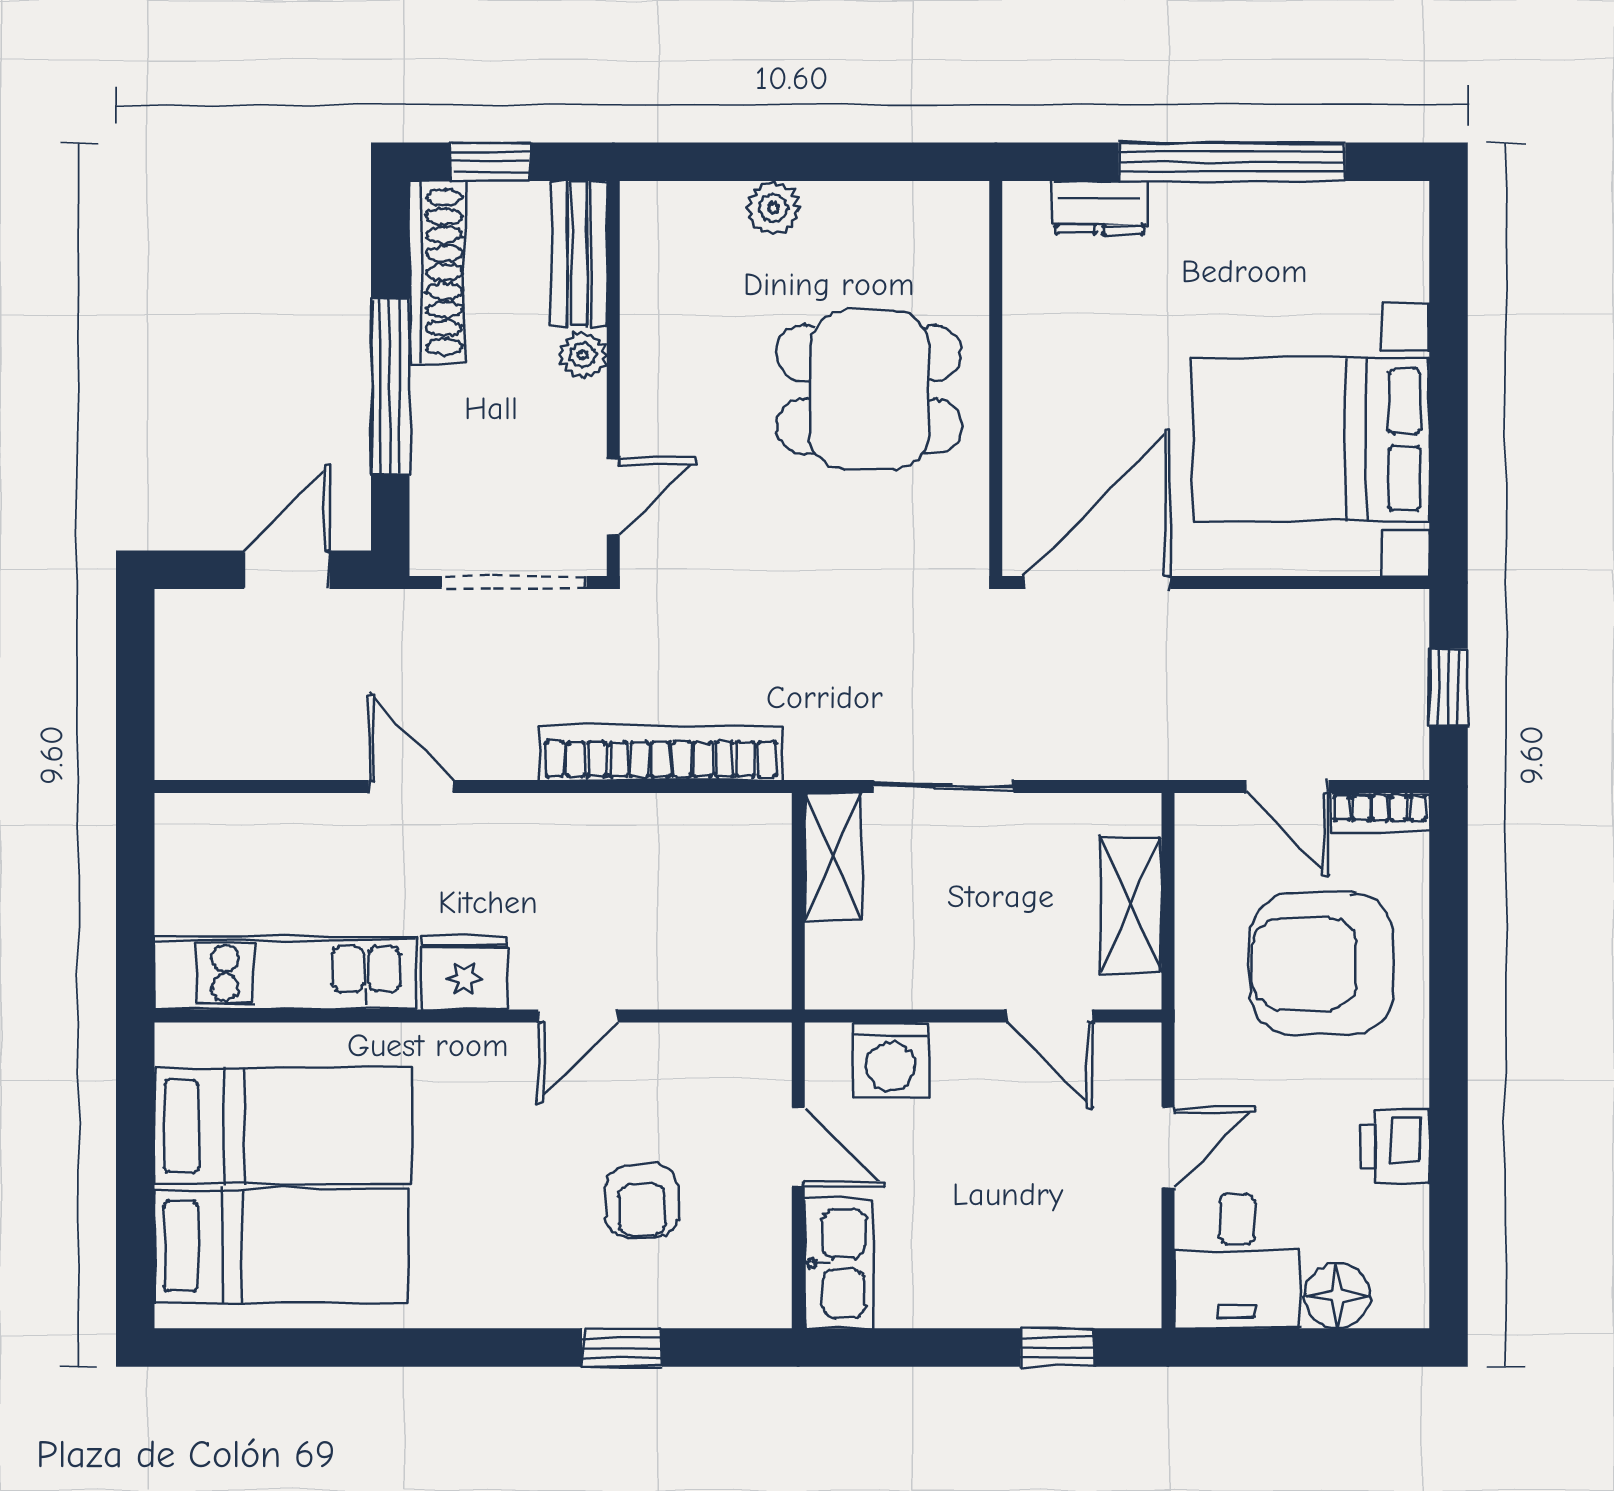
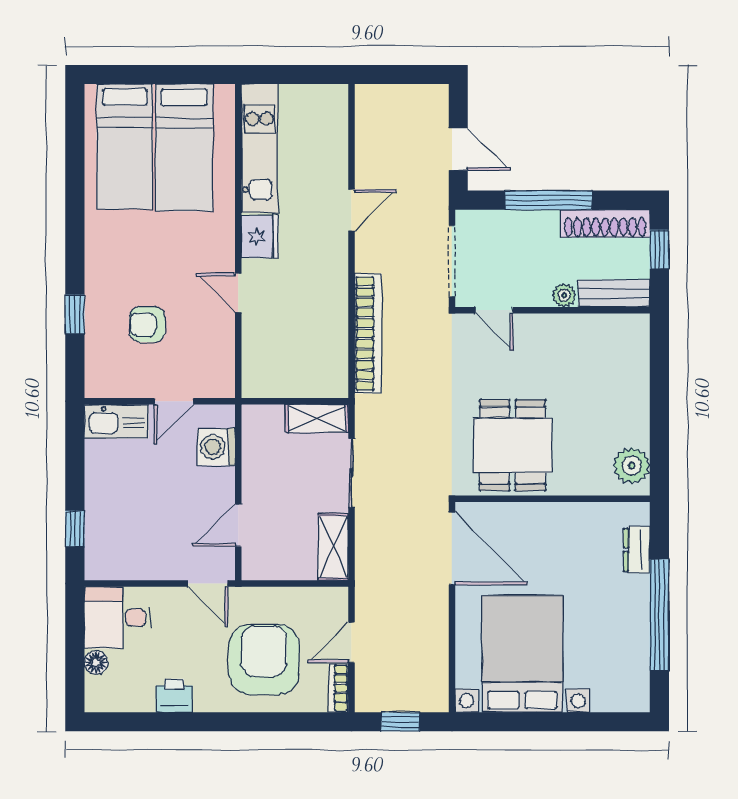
plant: (773, 208) -> (632, 466), moved, width x1.38, depth x1.38
dining table: (869, 390) -> (512, 445), moved
shelving: (1131, 905) -> (333, 547), moved, turned 90
door: (1168, 1147) -> (208, 584), moved
floor lamp: (1337, 1296) -> (96, 663), width x0.73, depth x0.73

